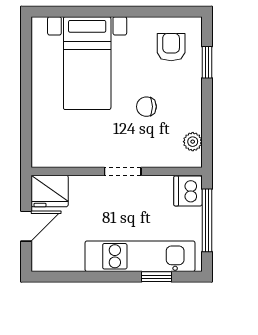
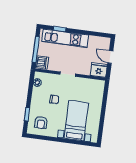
door: (26, 226) -> (110, 57), hinge flipped

